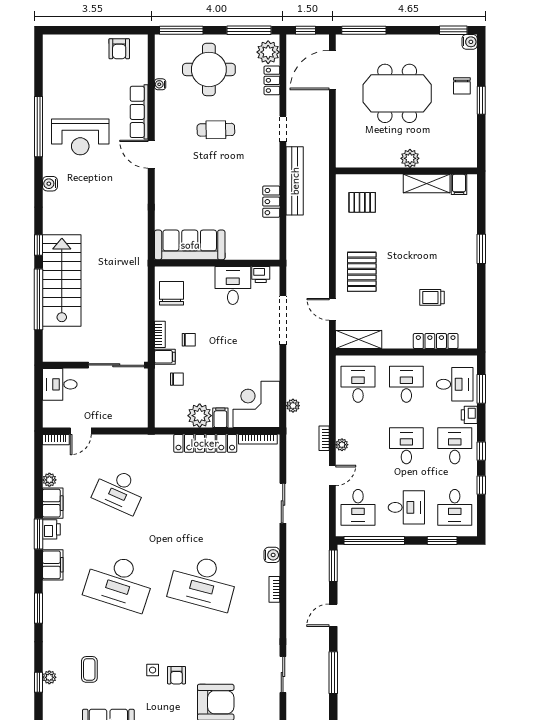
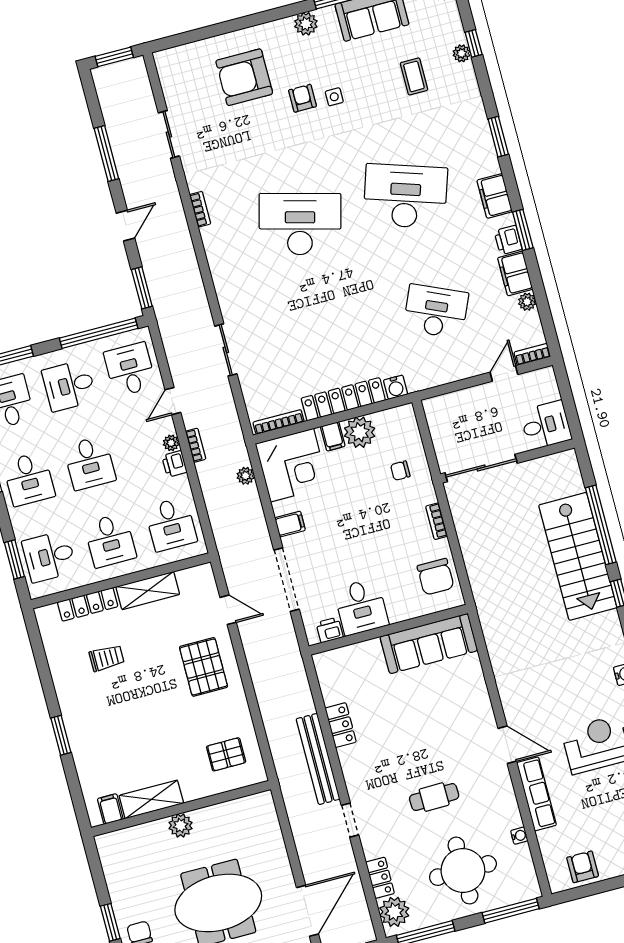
chair: (189, 340) -> (398, 524), removed
shelving: (359, 340) -> (148, 591), moved
filing cabinet: (165, 357) -> (290, 524), moved, turned 180
printer: (469, 415) -> (174, 464), moved, turned 180
water cooler: (272, 555) -> (396, 387), moved, turned -90
bookcase: (274, 589) -> (200, 209), moved

